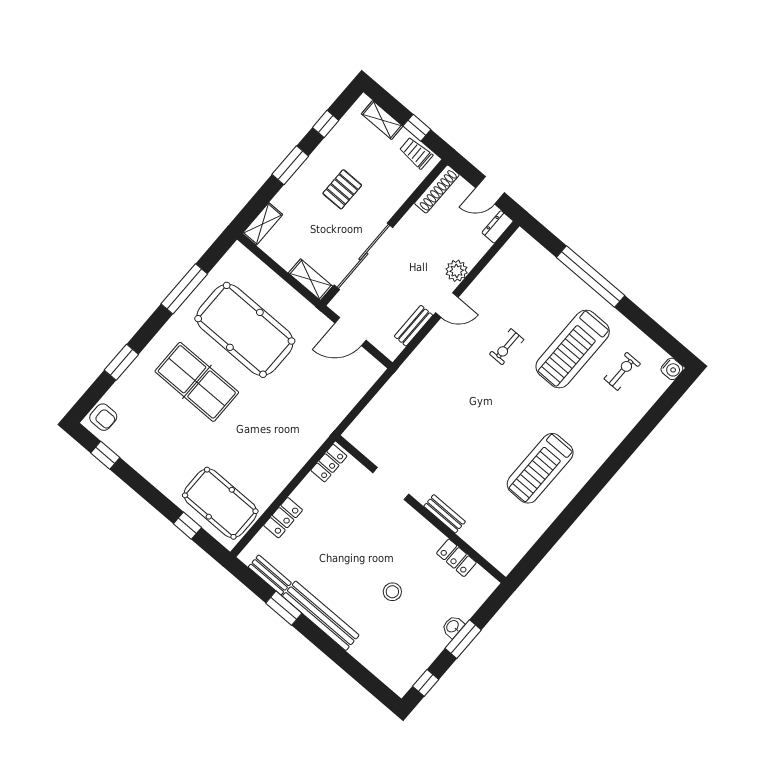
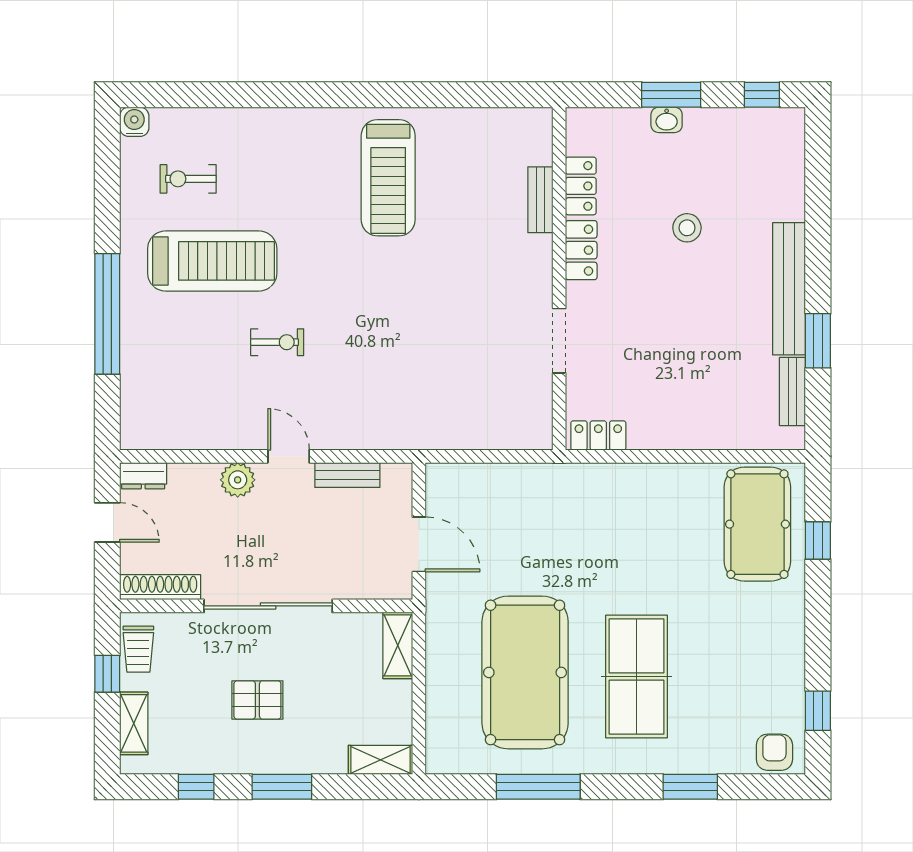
sliding door: (363, 256) -> (268, 606), moved
treadmill: (540, 468) -> (388, 178), turned 90
bench: (445, 514) -> (540, 200), moved
locker: (283, 518) -> (581, 250), moved, turned 90

